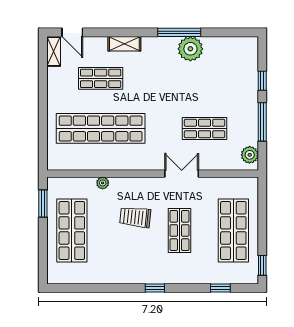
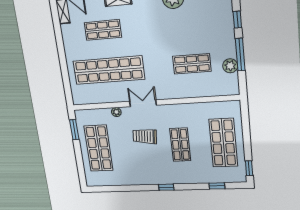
plant: (250, 155) -> (230, 66), moved
double door: (182, 174) -> (143, 103), moved

